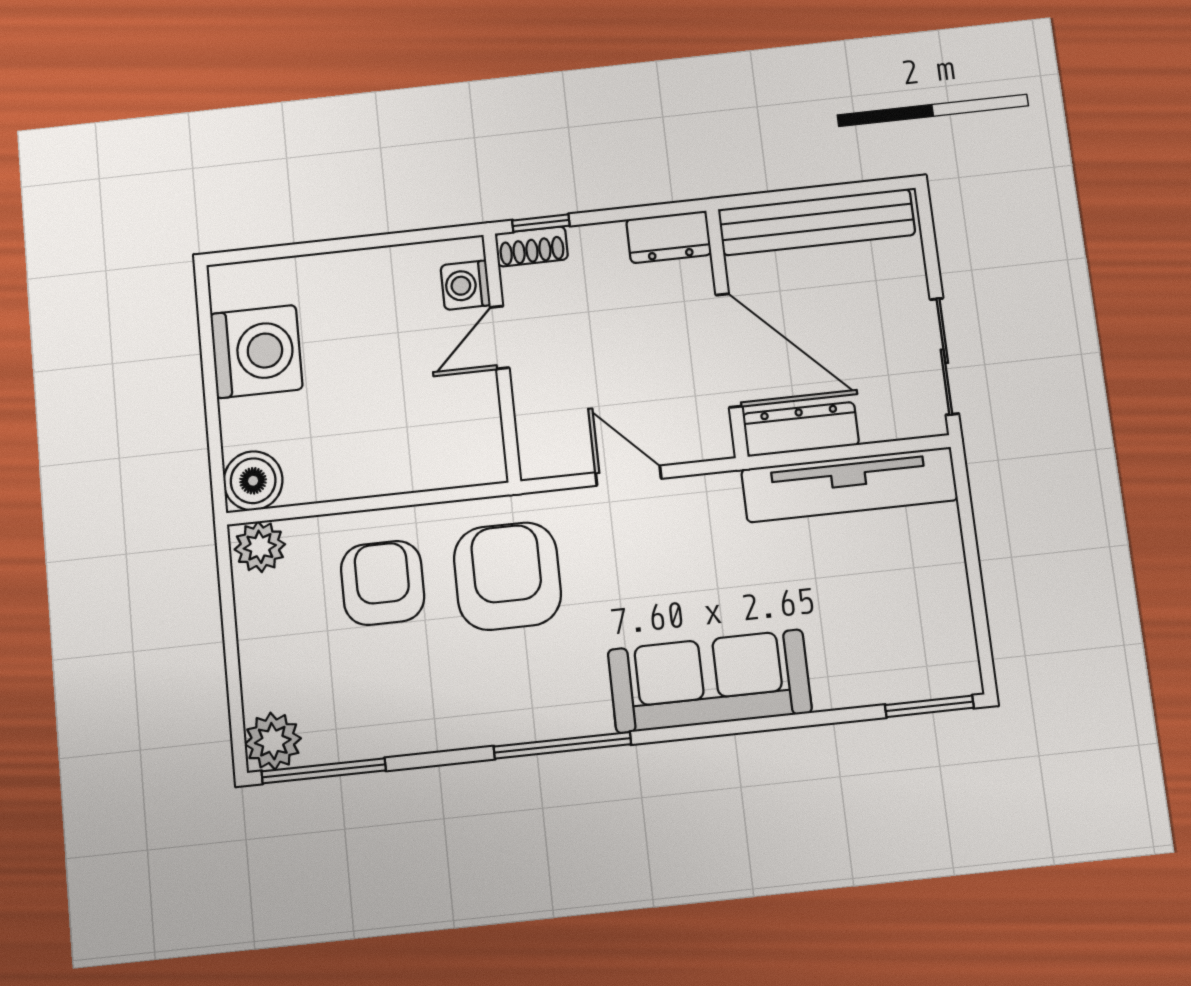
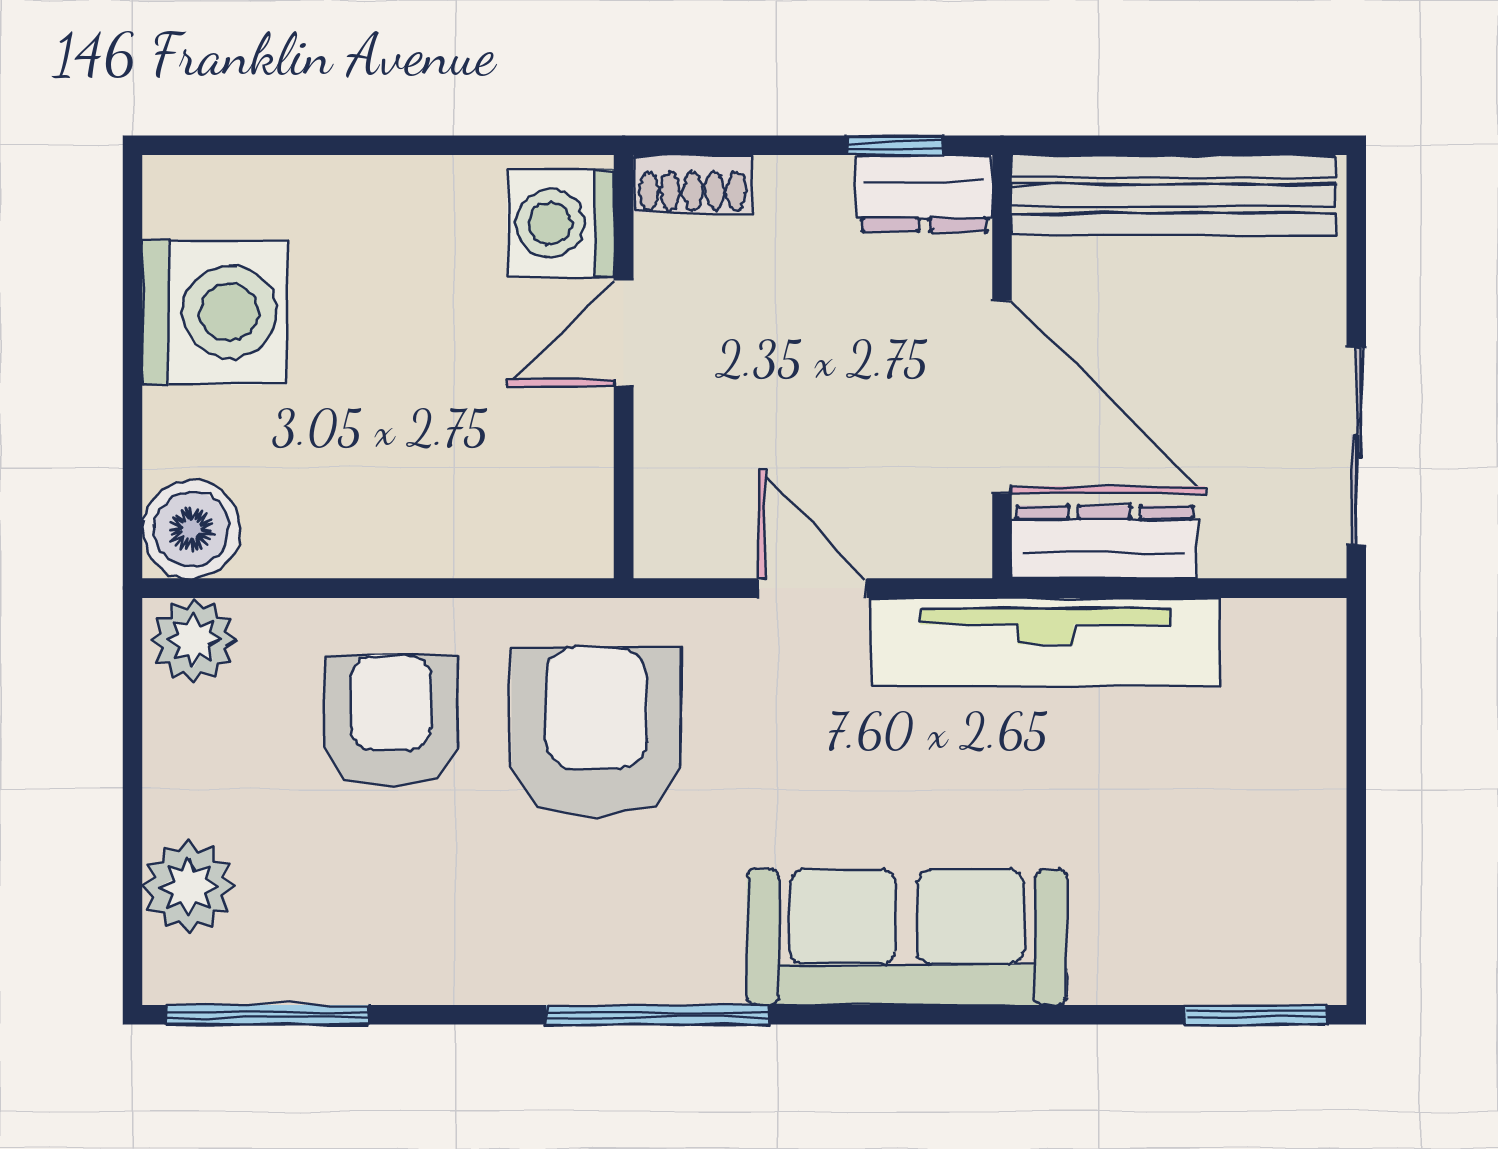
window: (541, 223) -> (895, 145), moved
washing machine: (465, 285) -> (561, 223), width x1.38, depth x1.38
tv unit: (849, 485) -> (1046, 642), moved
plant: (273, 741) -> (189, 887), moved

